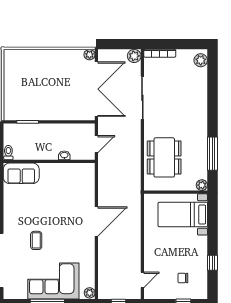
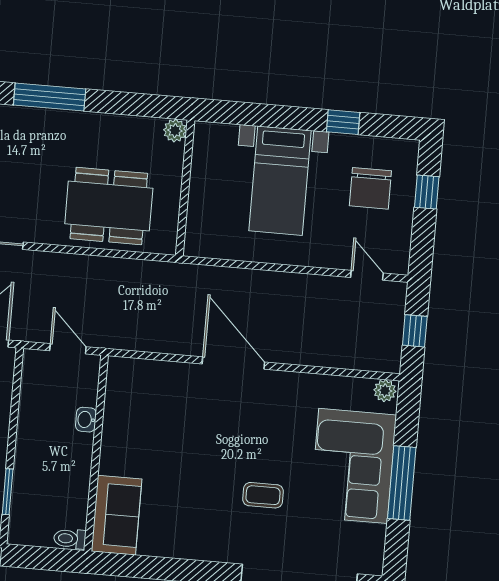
window: (212, 154) -> (50, 97), moved
bed with nightstands: (183, 214) -> (280, 181), moved
chair: (183, 278) -> (370, 188), width x1.87, depth x1.87

